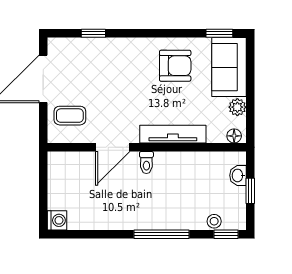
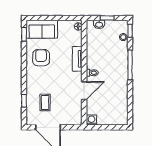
plant: (237, 107) -> (63, 25), removed
coffee table: (70, 116) -> (45, 102), moved
tv unit: (173, 134) -> (77, 59), width x0.71
door: (113, 147) -> (84, 91), hinge flipped
washing machine: (57, 220) -> (91, 120), moved

